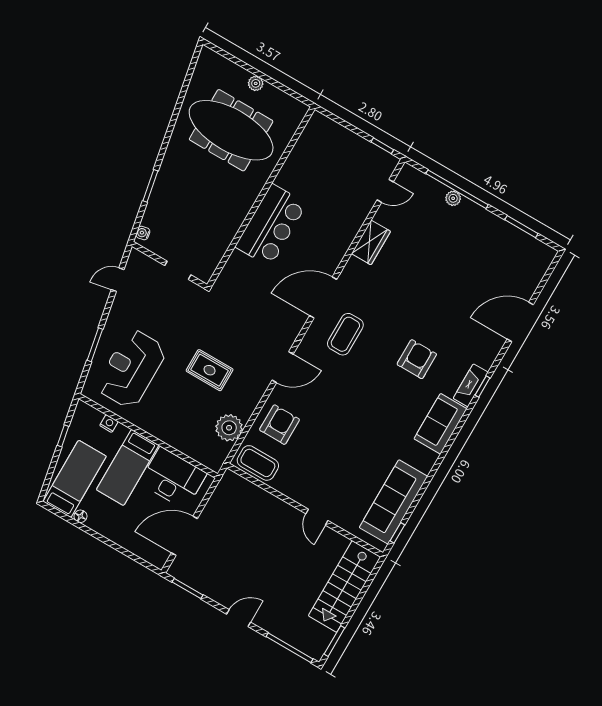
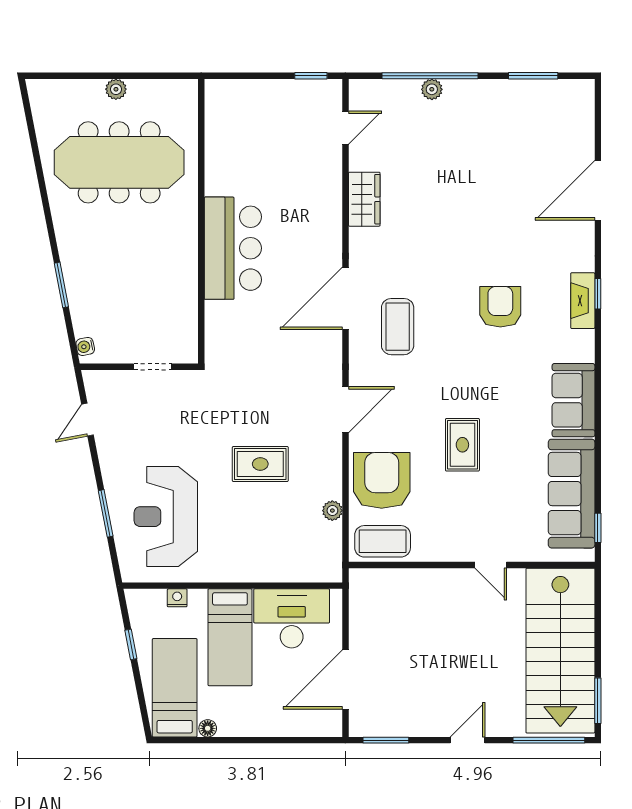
sofa: (440, 424) -> (574, 400), moved
armchair: (279, 425) -> (382, 480), width x1.36, depth x1.36
plant: (229, 428) -> (332, 511), width x0.53, depth x0.53
rug: (343, 432) -> (462, 445), added
stairs: (344, 586) -> (560, 651), width x1.36, depth x1.51

